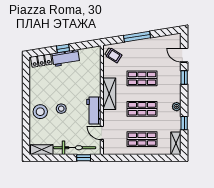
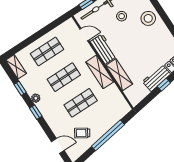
window: (137, 37) -> (108, 135), width x1.46
trolley: (113, 55) -> (82, 133), moved
window: (184, 77) -> (36, 112), moved
shelving: (95, 81) -> (119, 75), added
stool: (61, 109) -> (122, 16), moved

